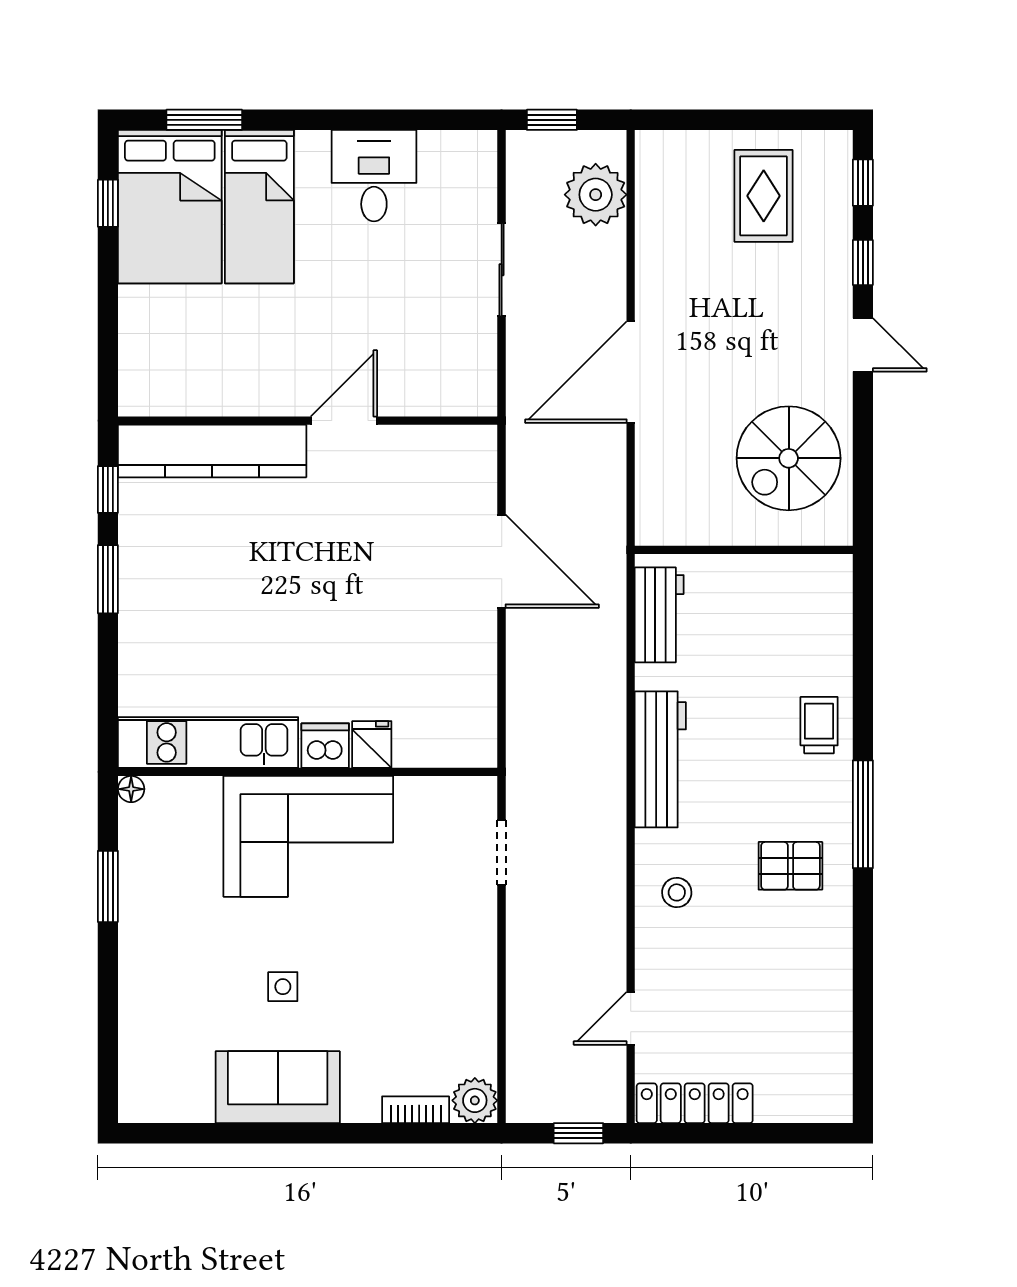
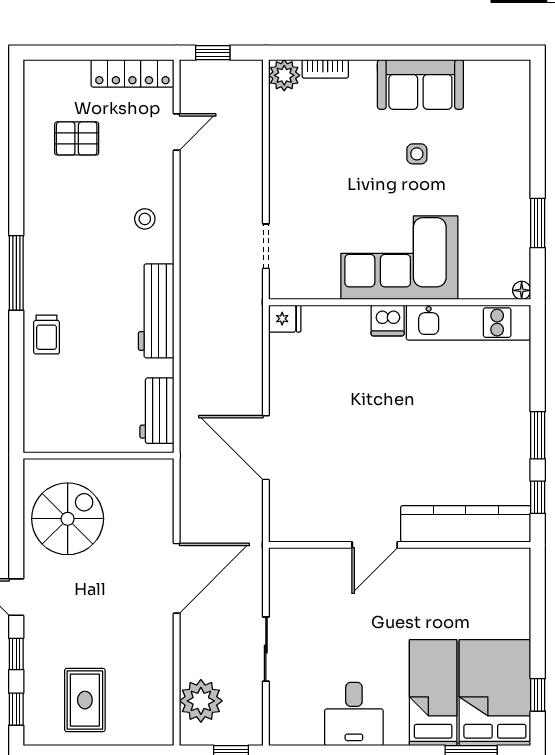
fridge: (372, 744) -> (285, 319), moved, turned -90
pallet: (790, 866) -> (77, 138), moved

